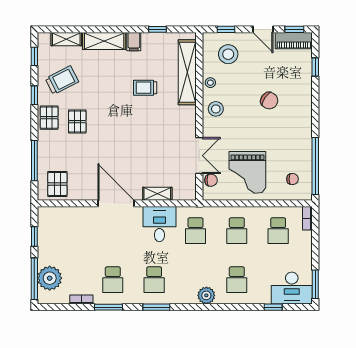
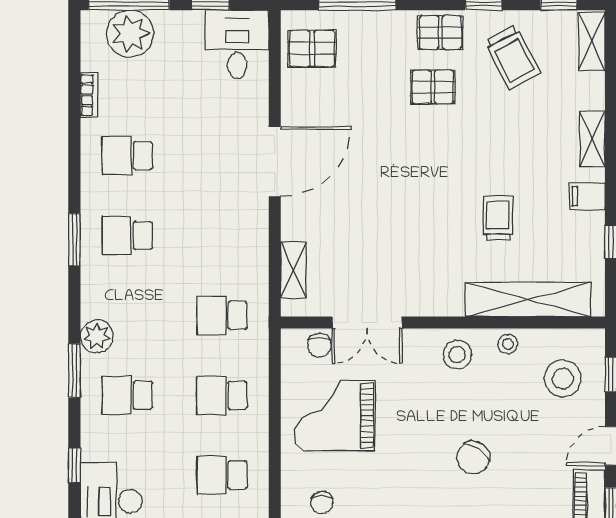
shelving: (66, 39) -> (592, 41), moved
shelving: (104, 41) -> (593, 139), width x0.67, depth x0.75
shelving: (157, 194) -> (293, 270), moved
desk: (159, 224) -> (237, 44), moved, turned -90
window: (108, 307) -> (74, 371), moved

